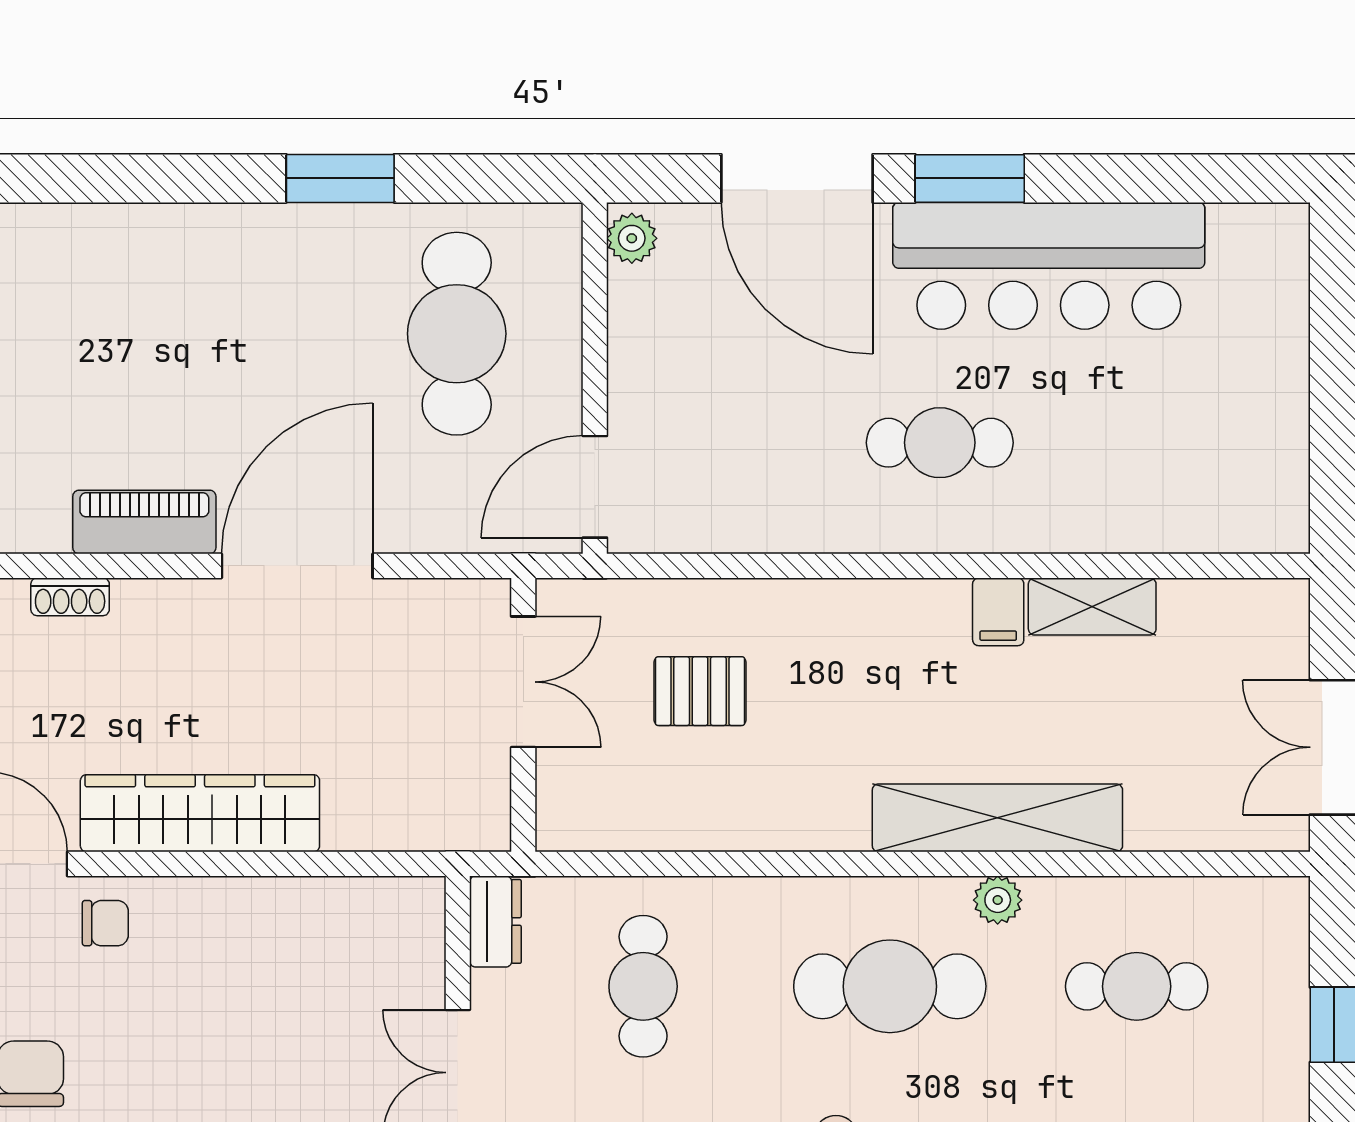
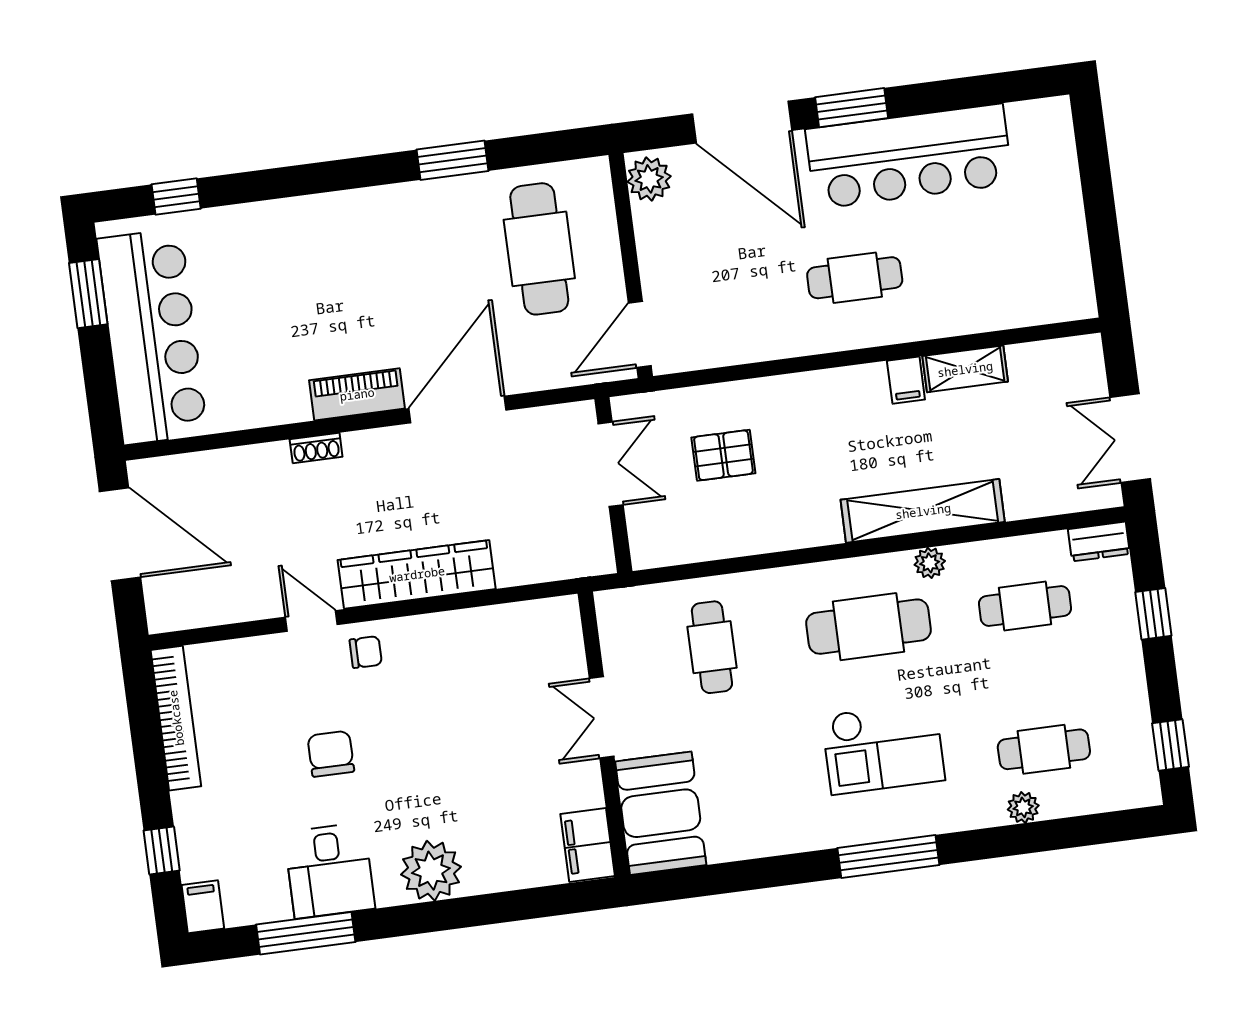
plant: (632, 238) -> (649, 179), width x1.38, depth x1.38
dresser: (495, 921) -> (1099, 542), moved, turned 90

